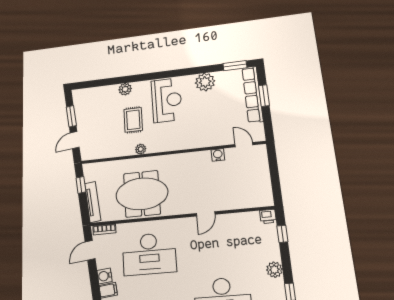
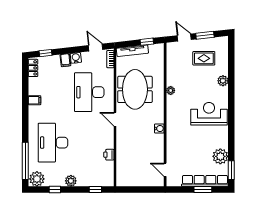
plant: (205, 82) -> (220, 156), moved
reception desk: (167, 100) -> (209, 114), turned 180
rug: (133, 120) -> (204, 58), moved
door: (244, 145) -> (165, 170), swing flipped
water cooler: (218, 155) -> (159, 129), moved
door: (206, 214) -> (115, 119), moved
printer: (268, 216) -> (109, 155), moved

